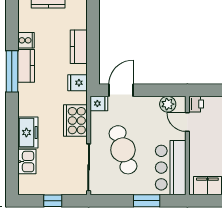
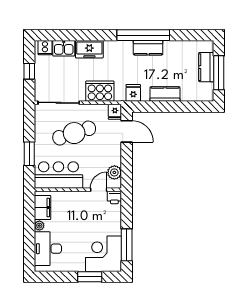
cooker: (26, 40) -> (45, 48), moved
window: (12, 71) -> (143, 35), width x1.46

